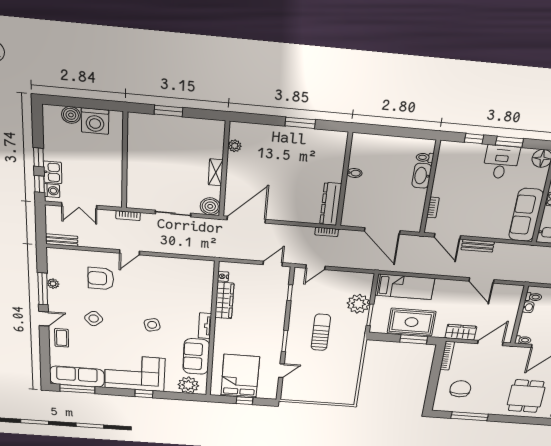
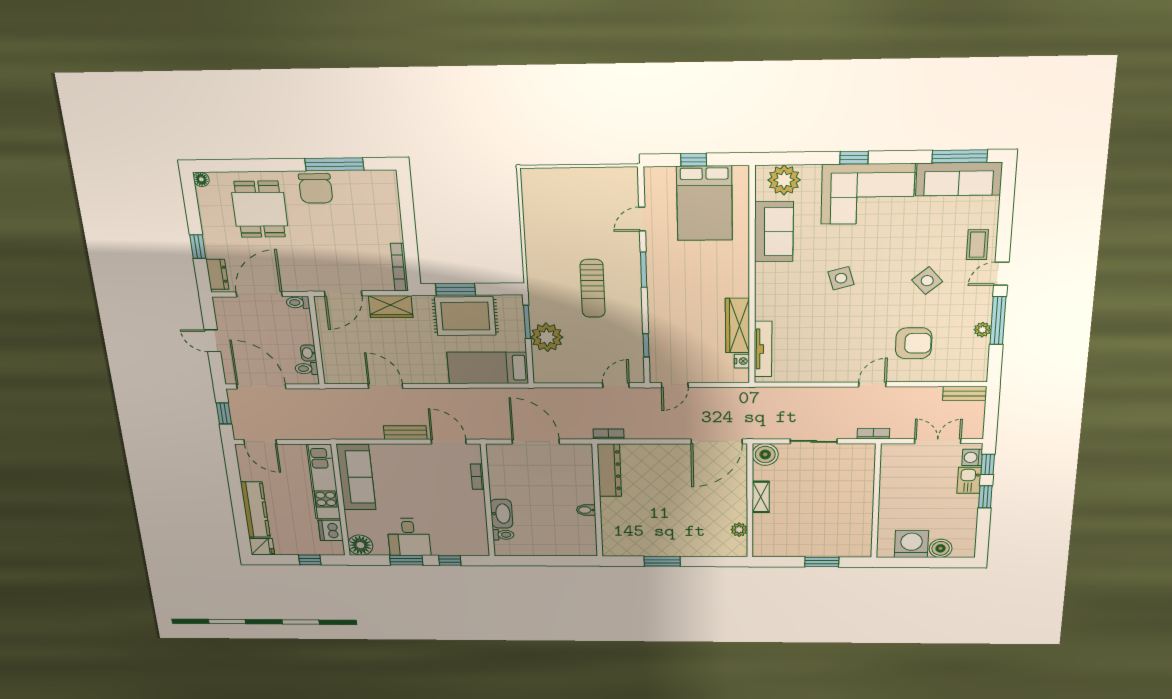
tv unit: (205, 326) -> (763, 349), moved, width x1.41
chair: (460, 389) -> (316, 188), moved

